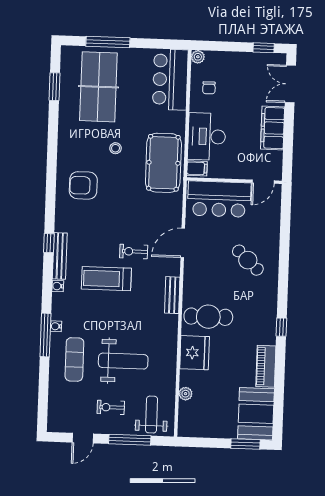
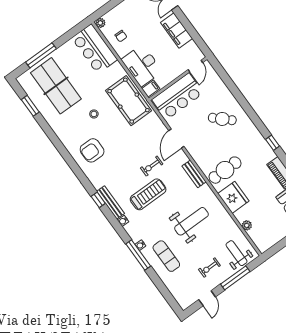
treadmill: (106, 279) -> (148, 194), turned 180
weight bench: (123, 361) -> (191, 221), moved

